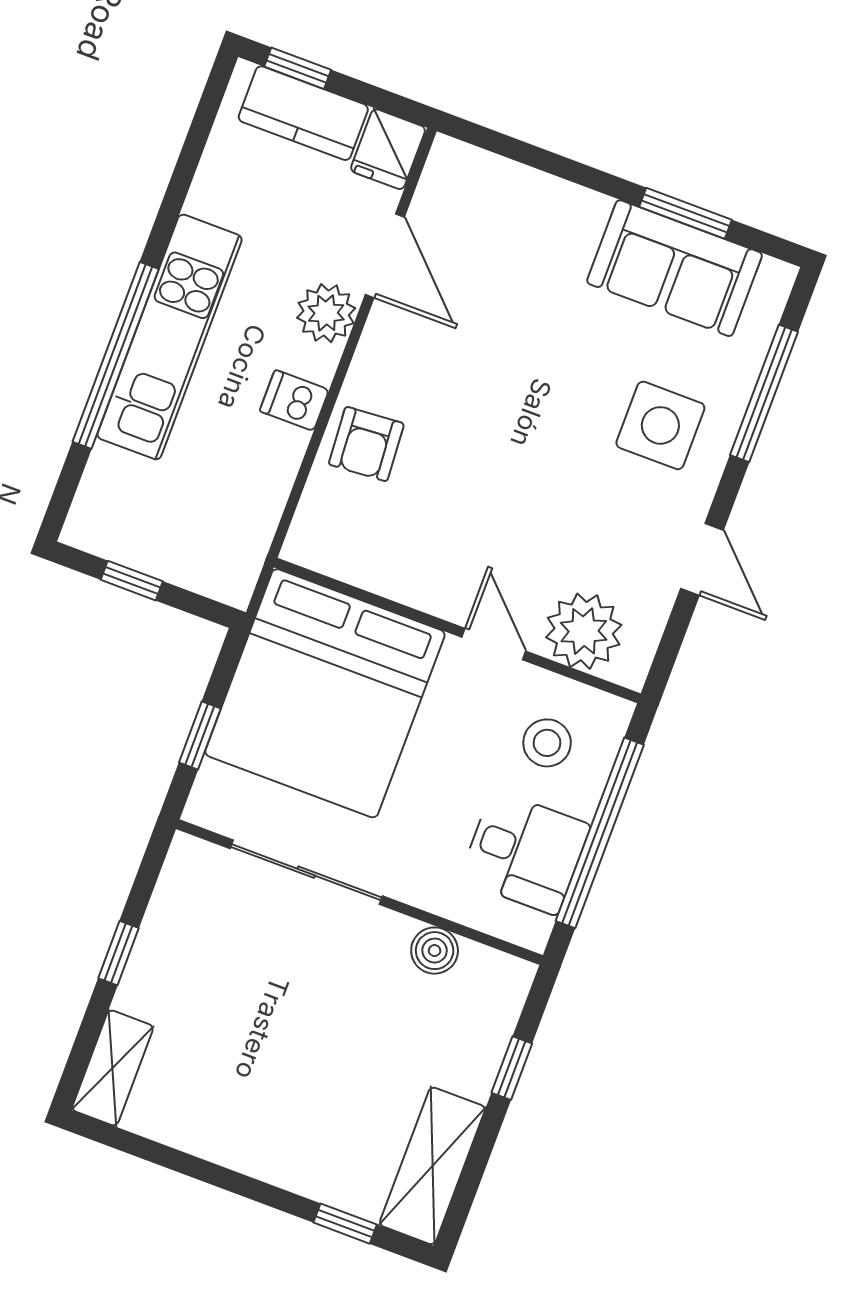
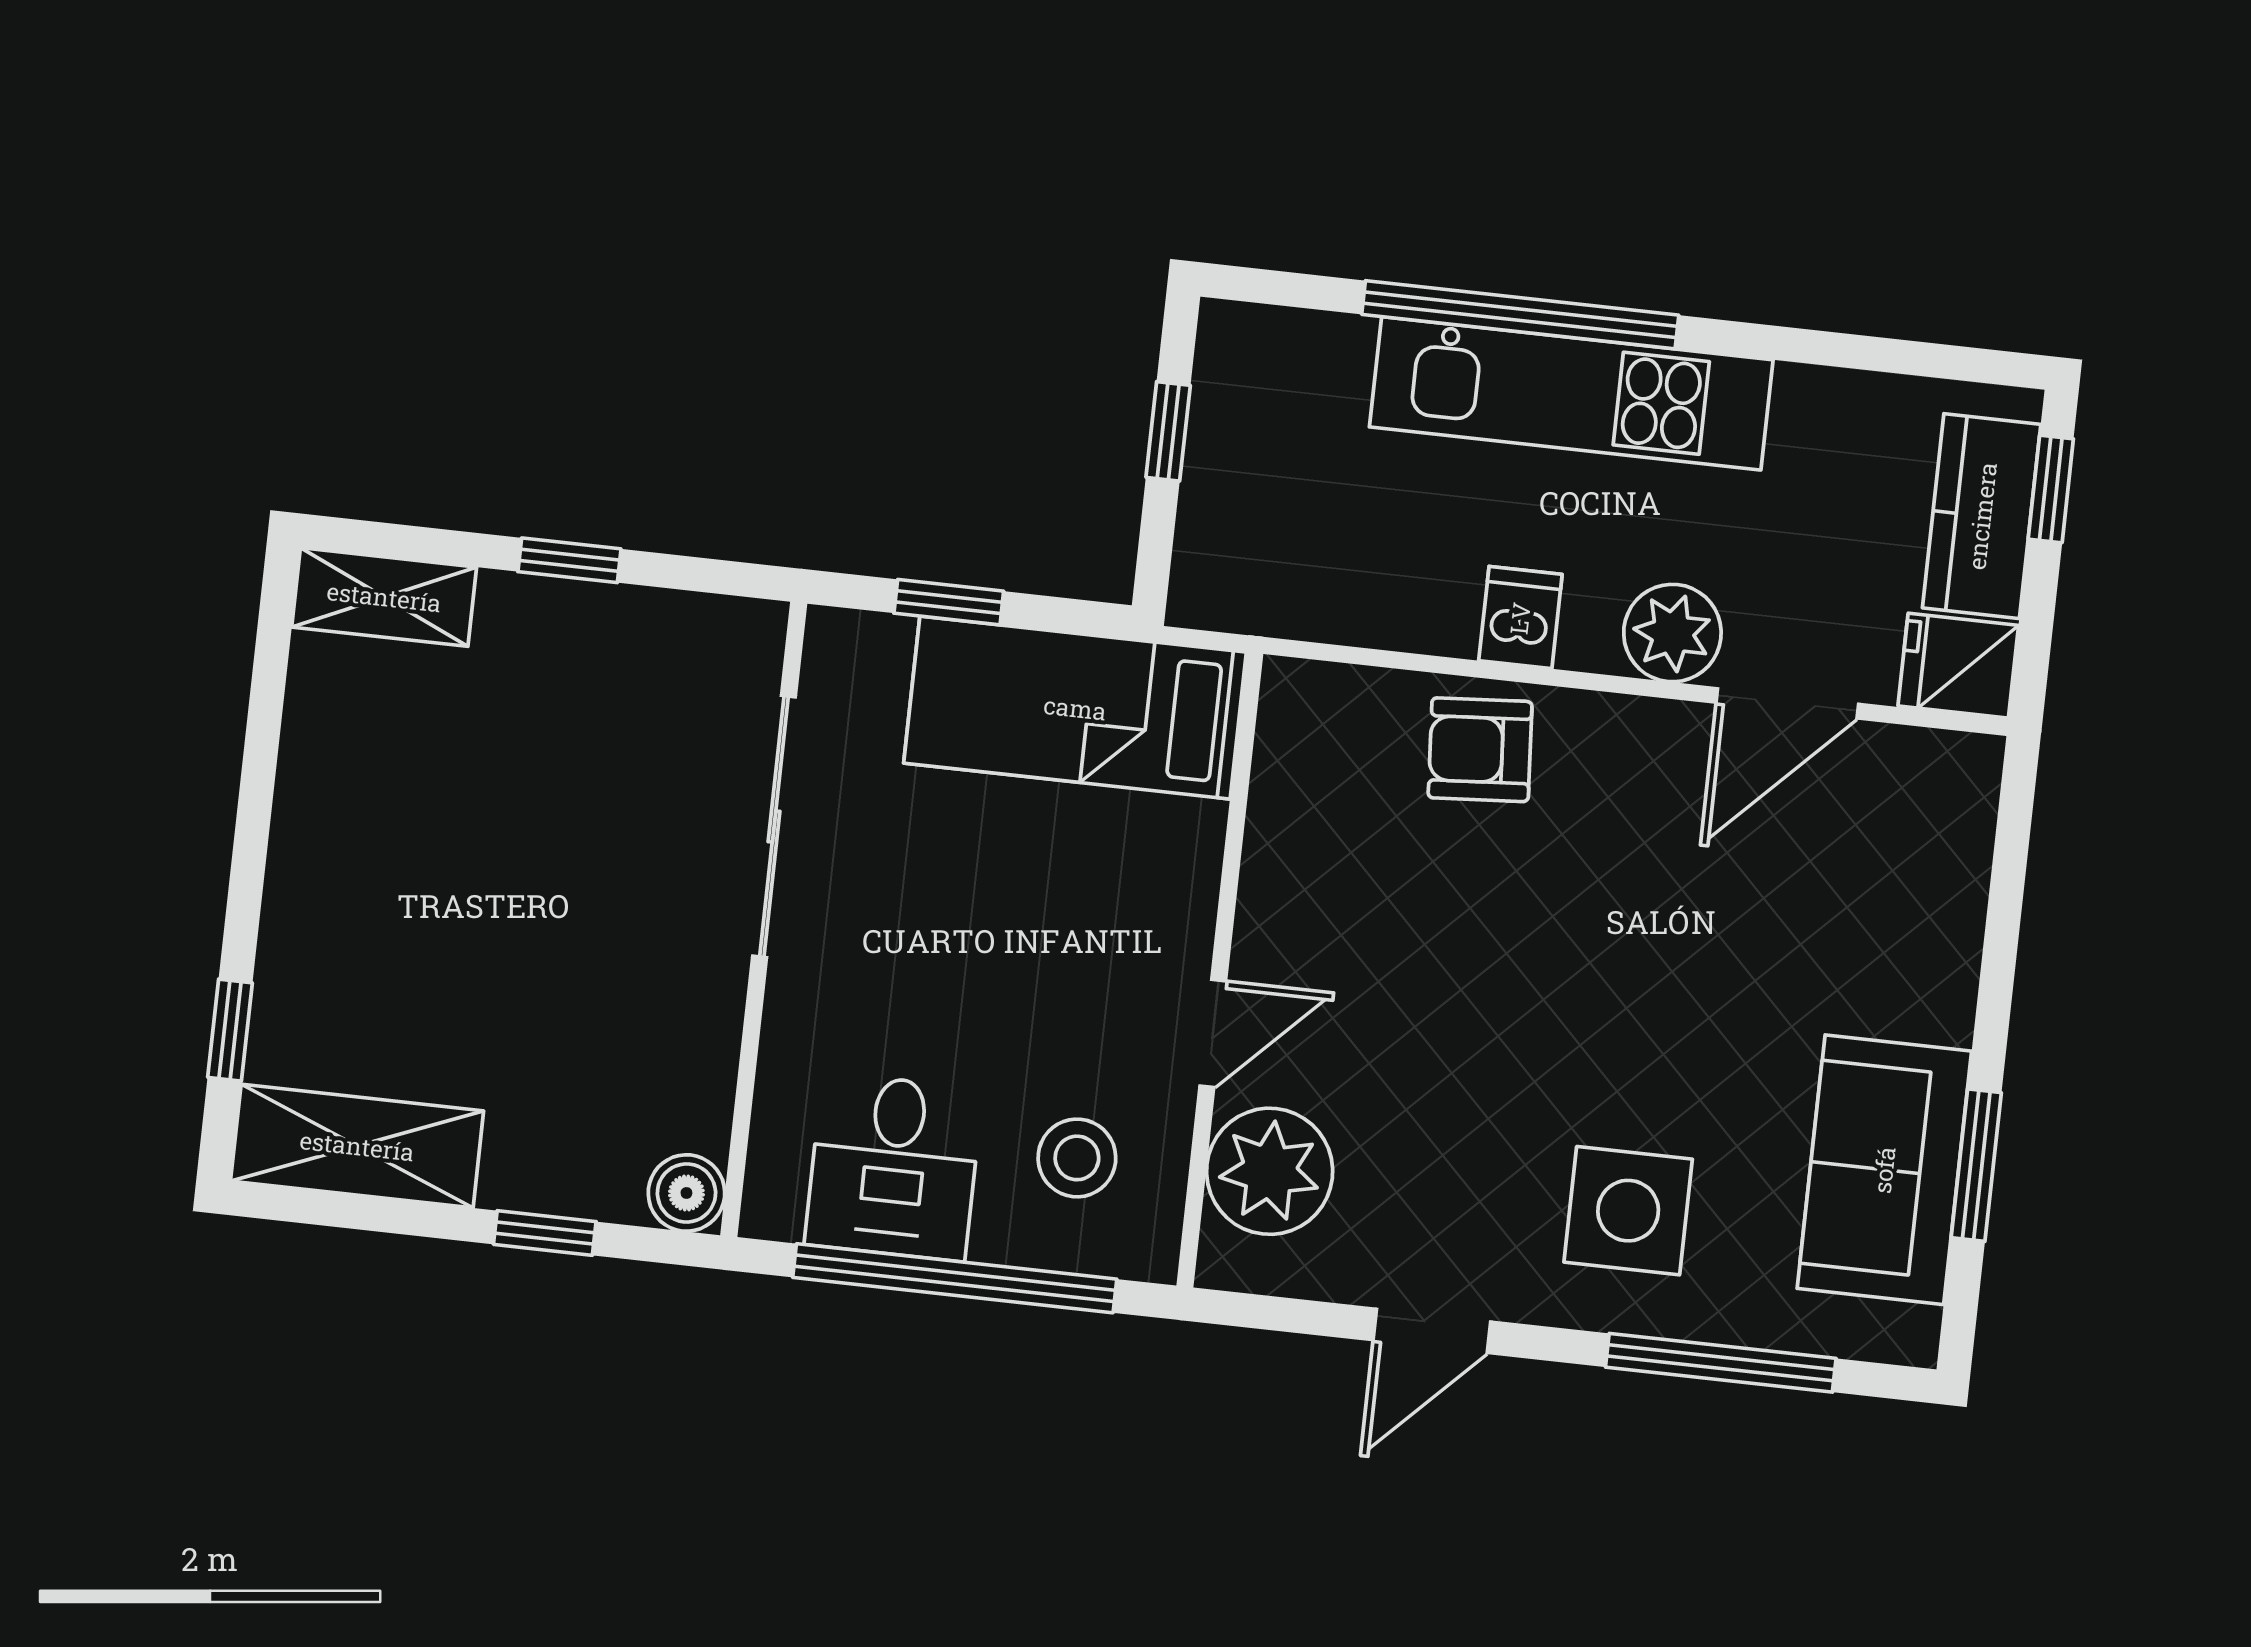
bed: (325, 693) -> (1075, 708), width x0.49
boiler: (435, 951) -> (686, 1193), moved

